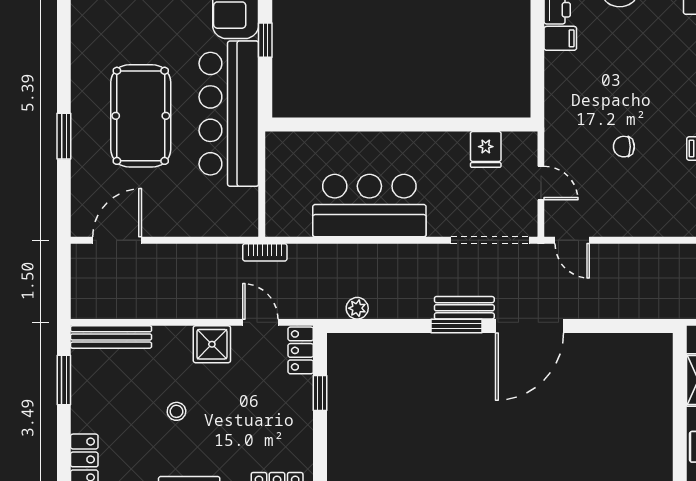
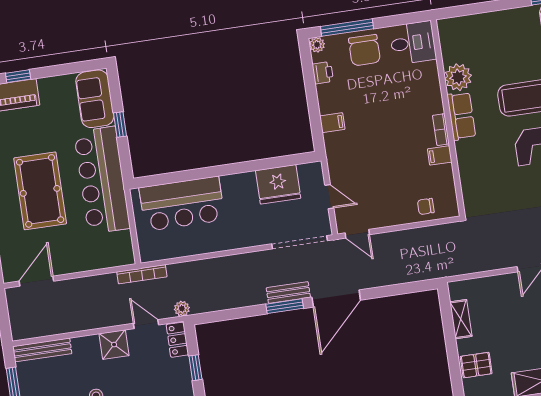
filing cabinet: (560, 38) -> (332, 123), moved
chair: (624, 147) -> (426, 206), moved
fridge: (486, 149) -> (278, 184), width x1.88, depth x1.34
bar counter: (369, 206) -> (182, 204), moved, turned 180
bookcase: (265, 252) -> (142, 274), width x1.56
plant: (357, 308) -> (182, 309), moved

